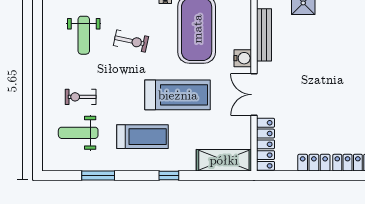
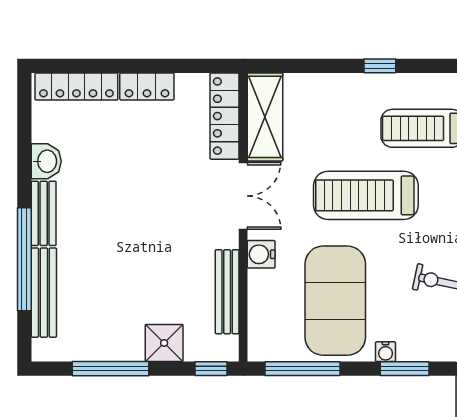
shelving: (224, 160) -> (265, 117), moved, turned 90

